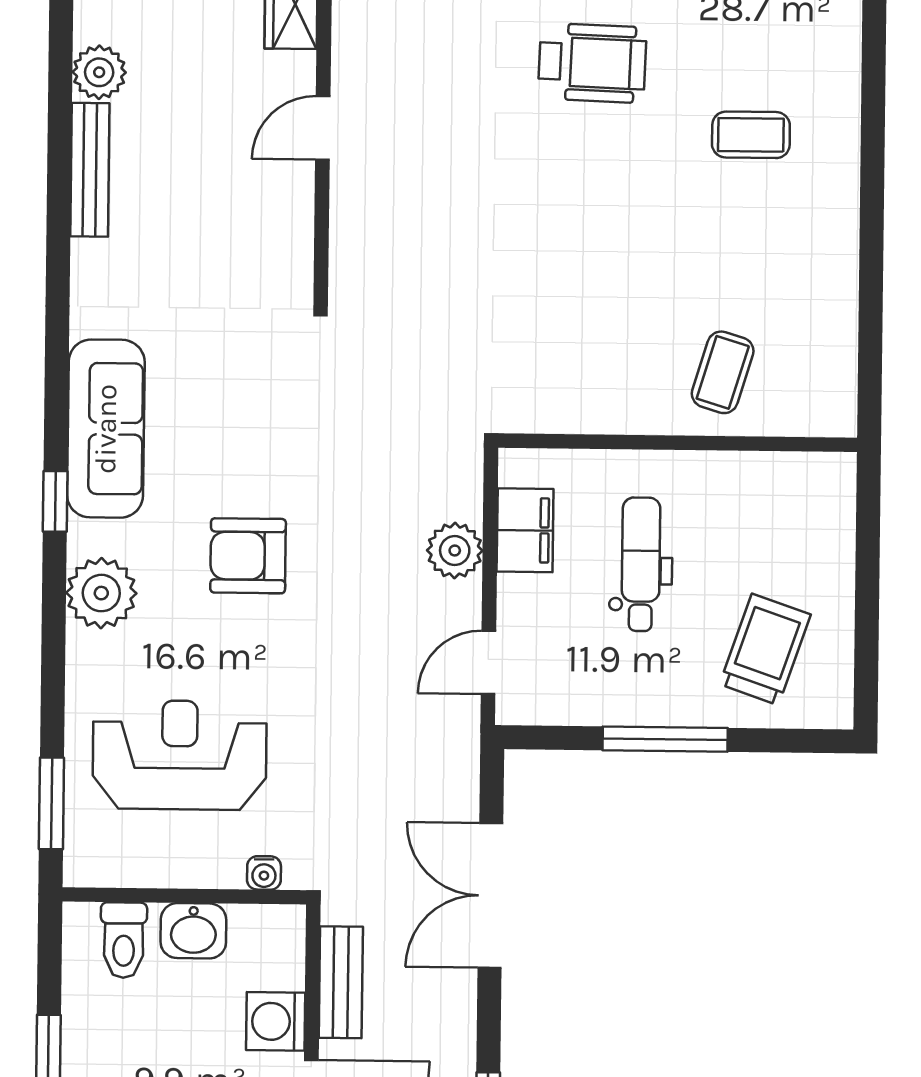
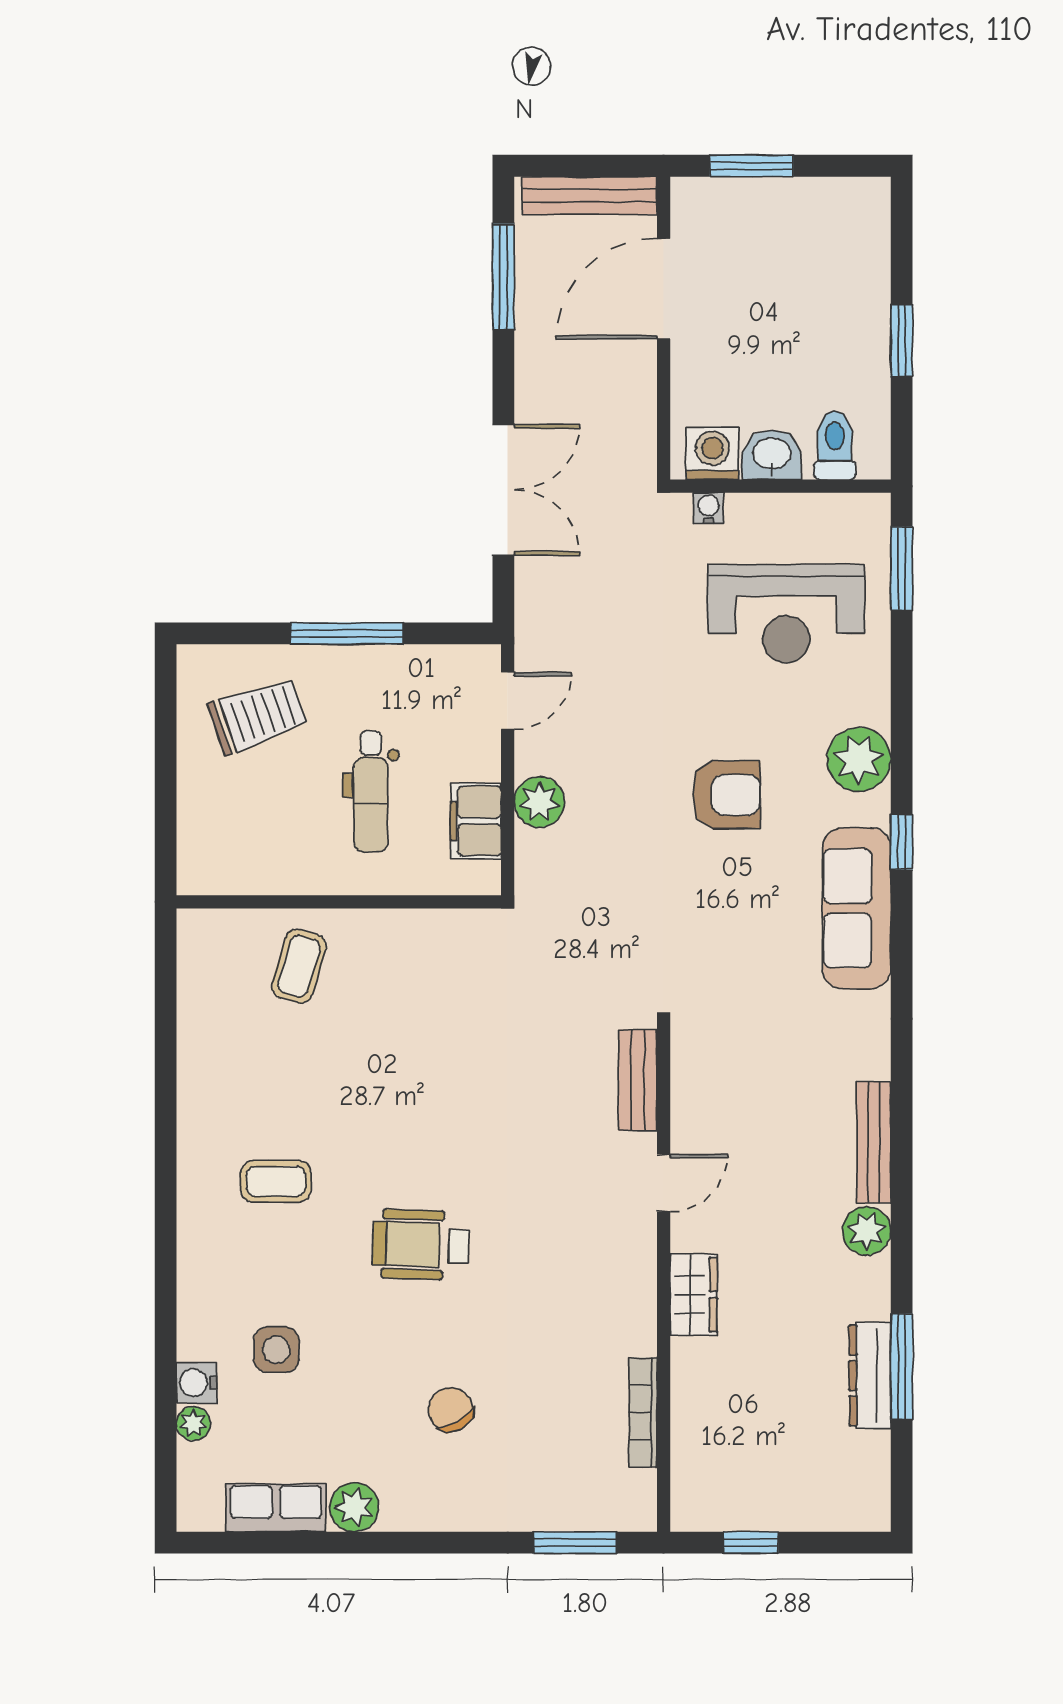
trolley: (765, 649) -> (257, 716), turned -128
bench: (341, 982) -> (638, 1080), moved
washing machine: (276, 1021) -> (712, 453), moved, turned -90

